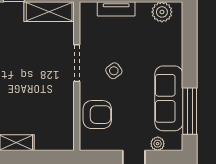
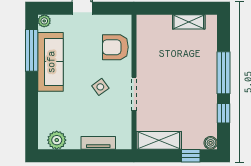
plant: (158, 144) -> (44, 21), moved

